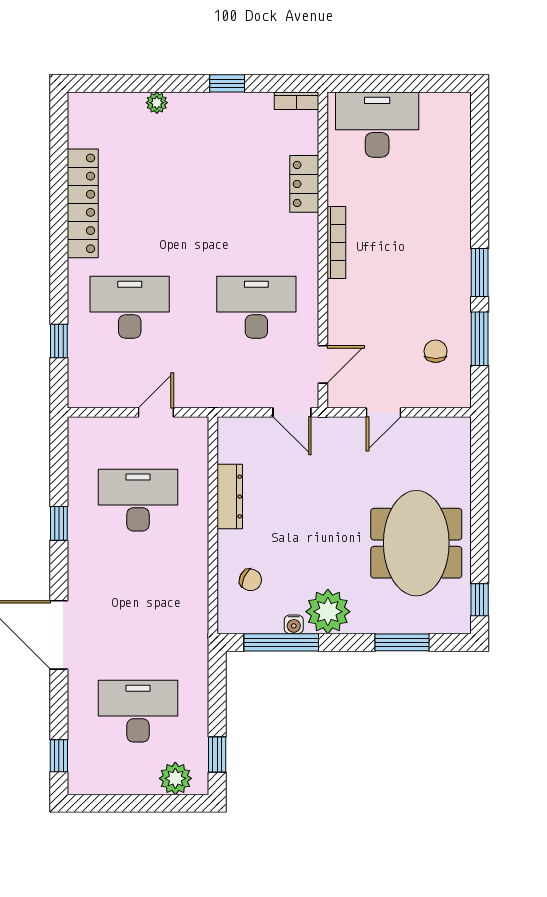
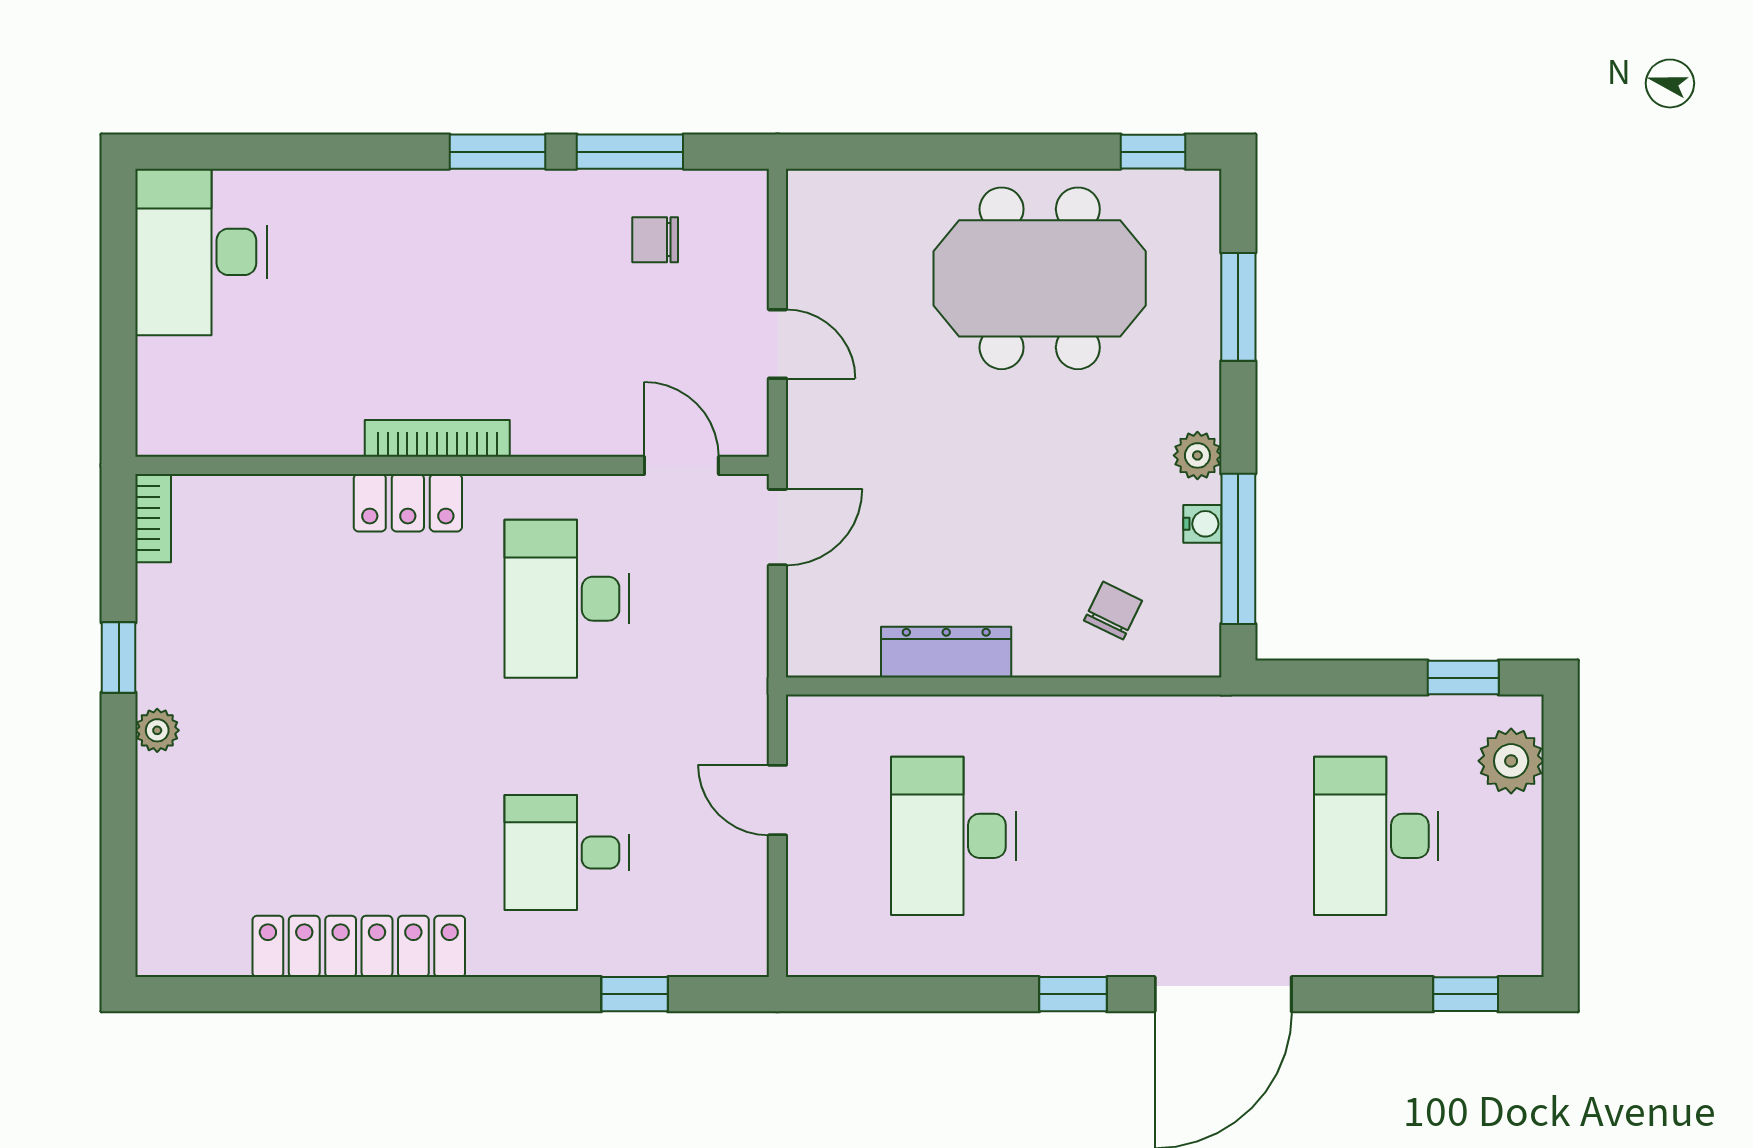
plant: (157, 103) -> (157, 730), moved
desk: (377, 125) -> (201, 252), moved
locker: (304, 184) -> (408, 503), moved
desk: (130, 307) -> (567, 852), width x0.73
window: (59, 523) -> (1073, 994), moved
plant: (328, 612) -> (1197, 455), width x0.53, depth x0.53

